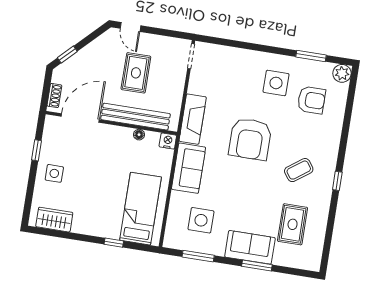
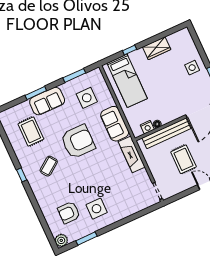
armchair: (250, 139) -> (78, 142), moved, turned 90
nightstand: (168, 141) -> (147, 127), moved
wardrobe: (54, 220) -> (157, 48), moved

